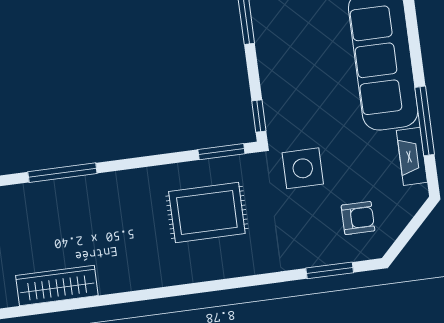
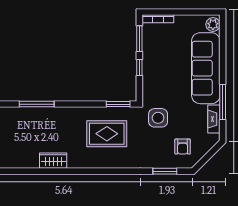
window: (259, 116) -> (139, 68), moved
armchair: (358, 218) -> (183, 147), turned 90
wardrobe: (57, 285) -> (53, 161), moved, width x0.67

